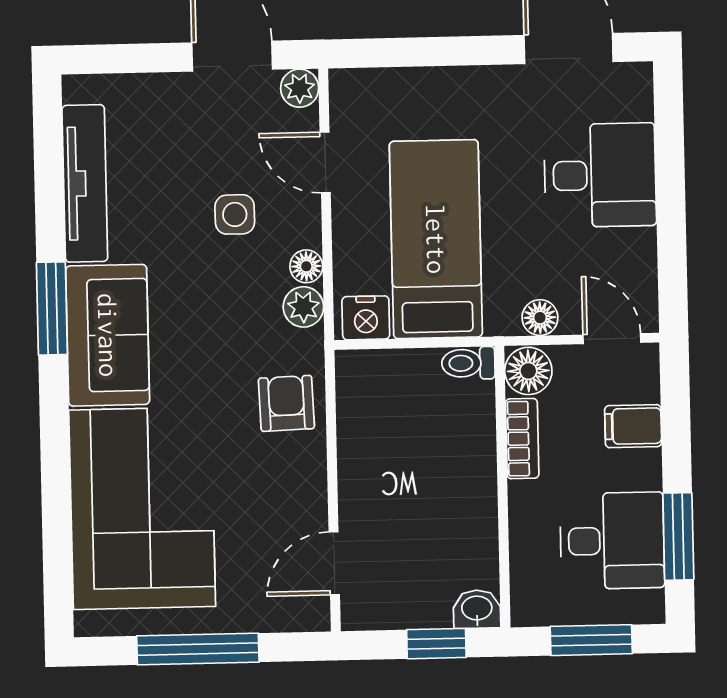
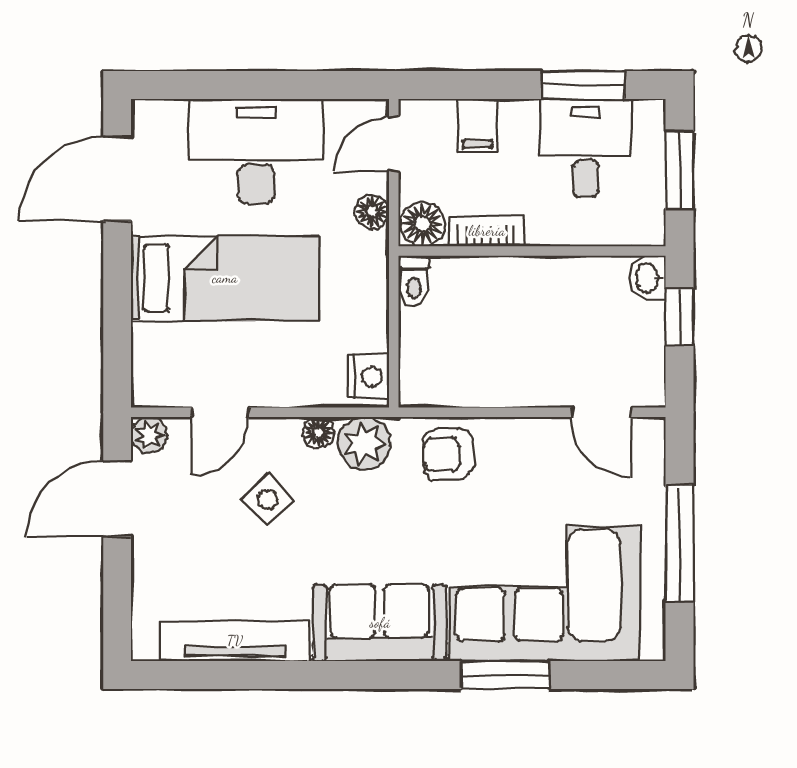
desk: (600, 175) -> (256, 151), width x1.37
side table: (235, 214) -> (268, 499), turned 45
bed: (436, 239) -> (225, 278), moved, turned 180
plant: (303, 307) -> (364, 443), width x1.38, depth x1.38
window: (52, 308) -> (505, 675), moved

